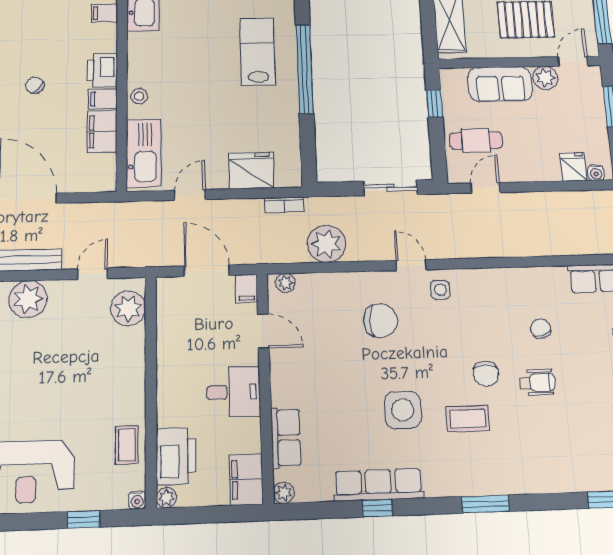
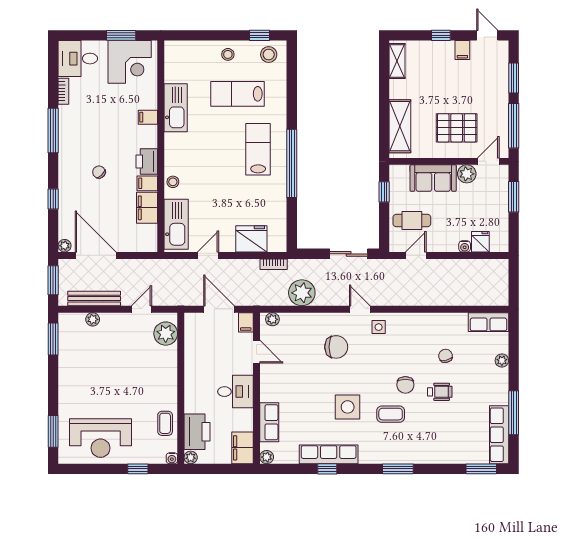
water cooler: (596, 173) -> (465, 246), moved
plant: (28, 299) -> (93, 319), width x0.53, depth x0.53

